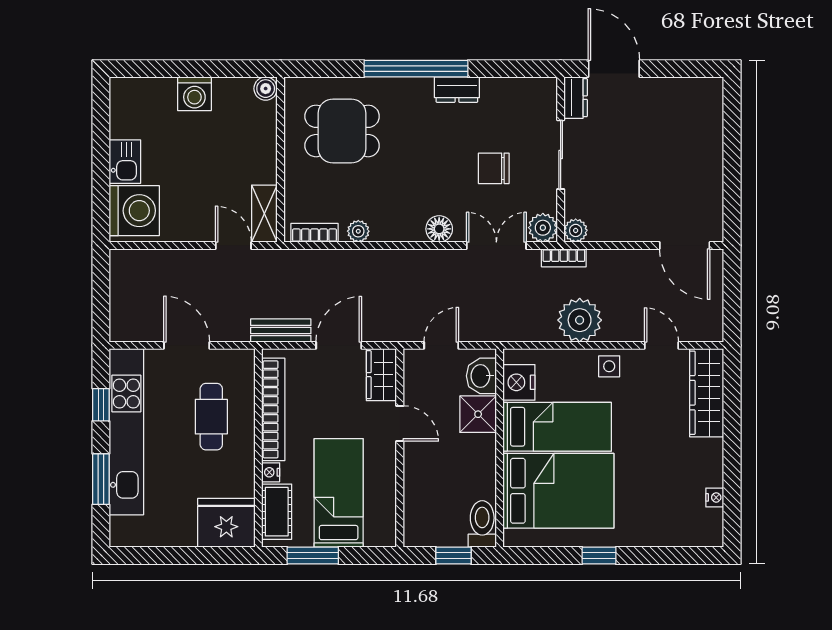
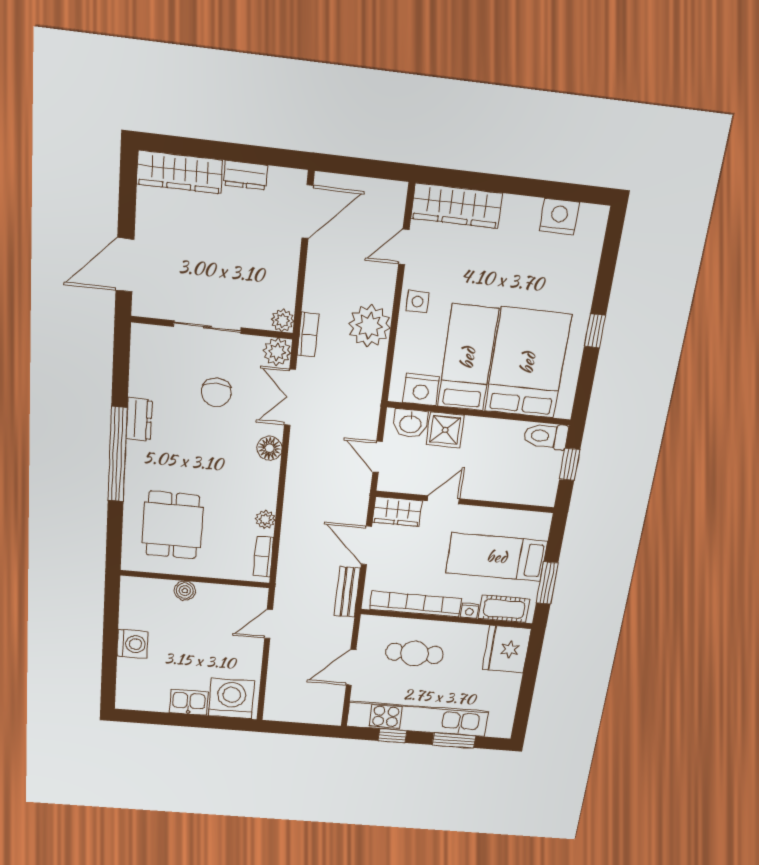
boiler: (266, 89) -> (185, 591), moved
dresser: (576, 98) -> (246, 175), moved, turned 180
wardrobe: (708, 118) -> (180, 172), added
shelving: (264, 214) -> (243, 597), removed
nightstand: (715, 497) -> (559, 217), width x1.89, depth x1.79

